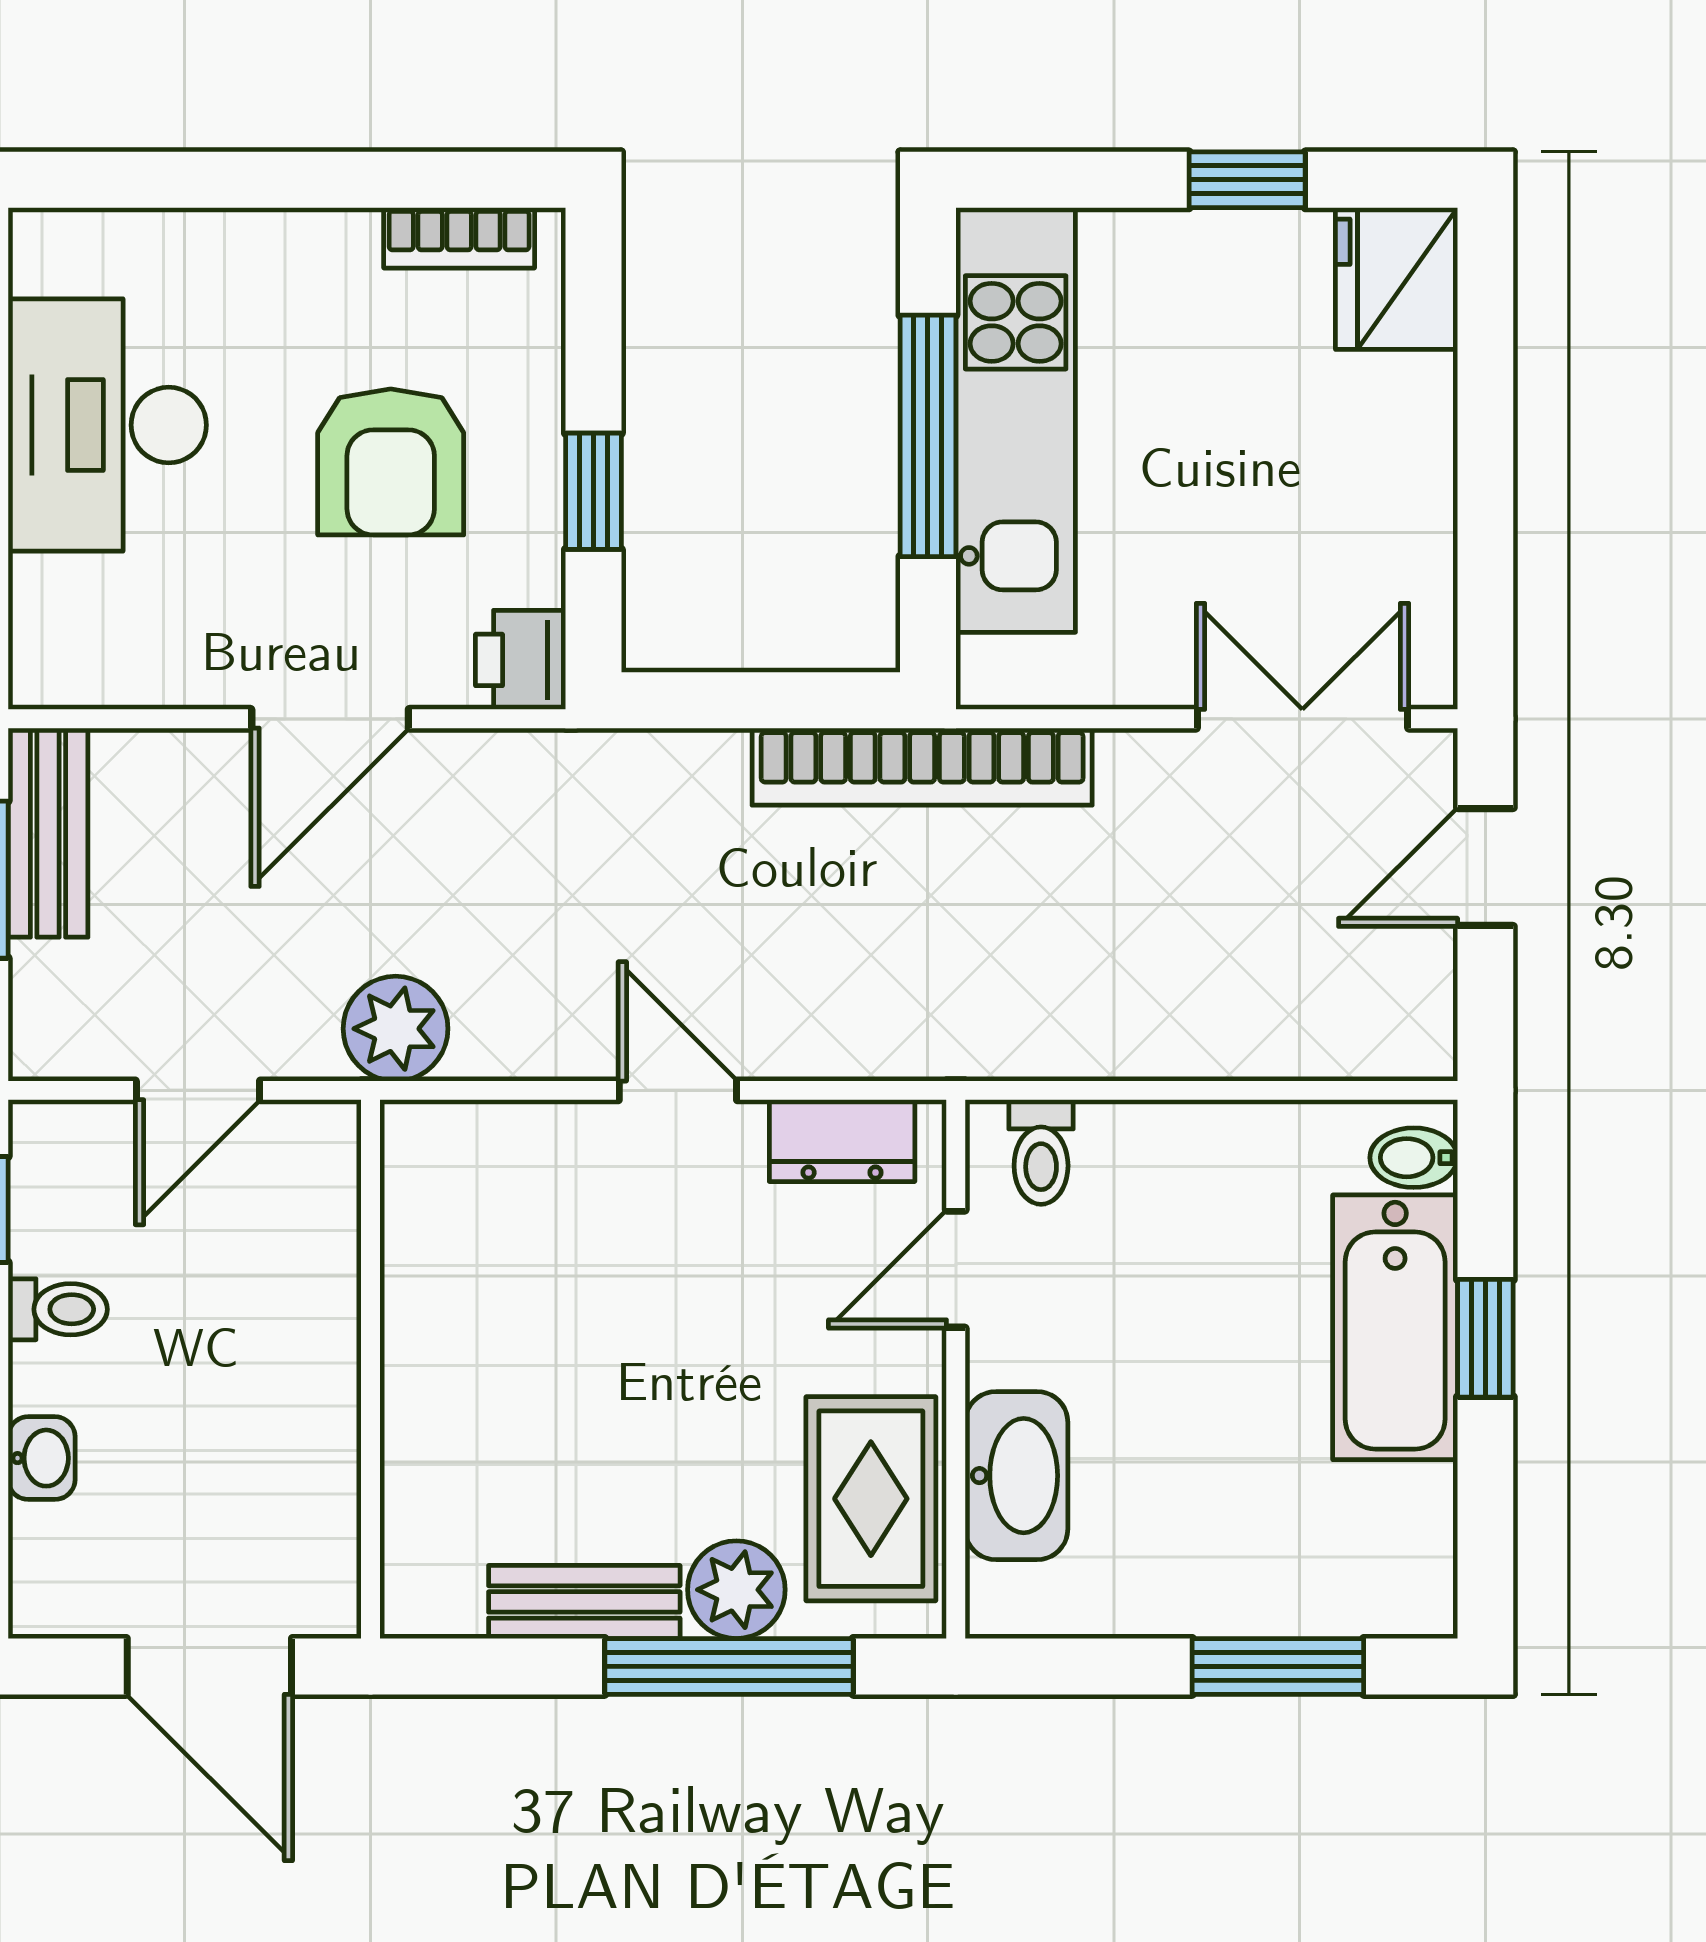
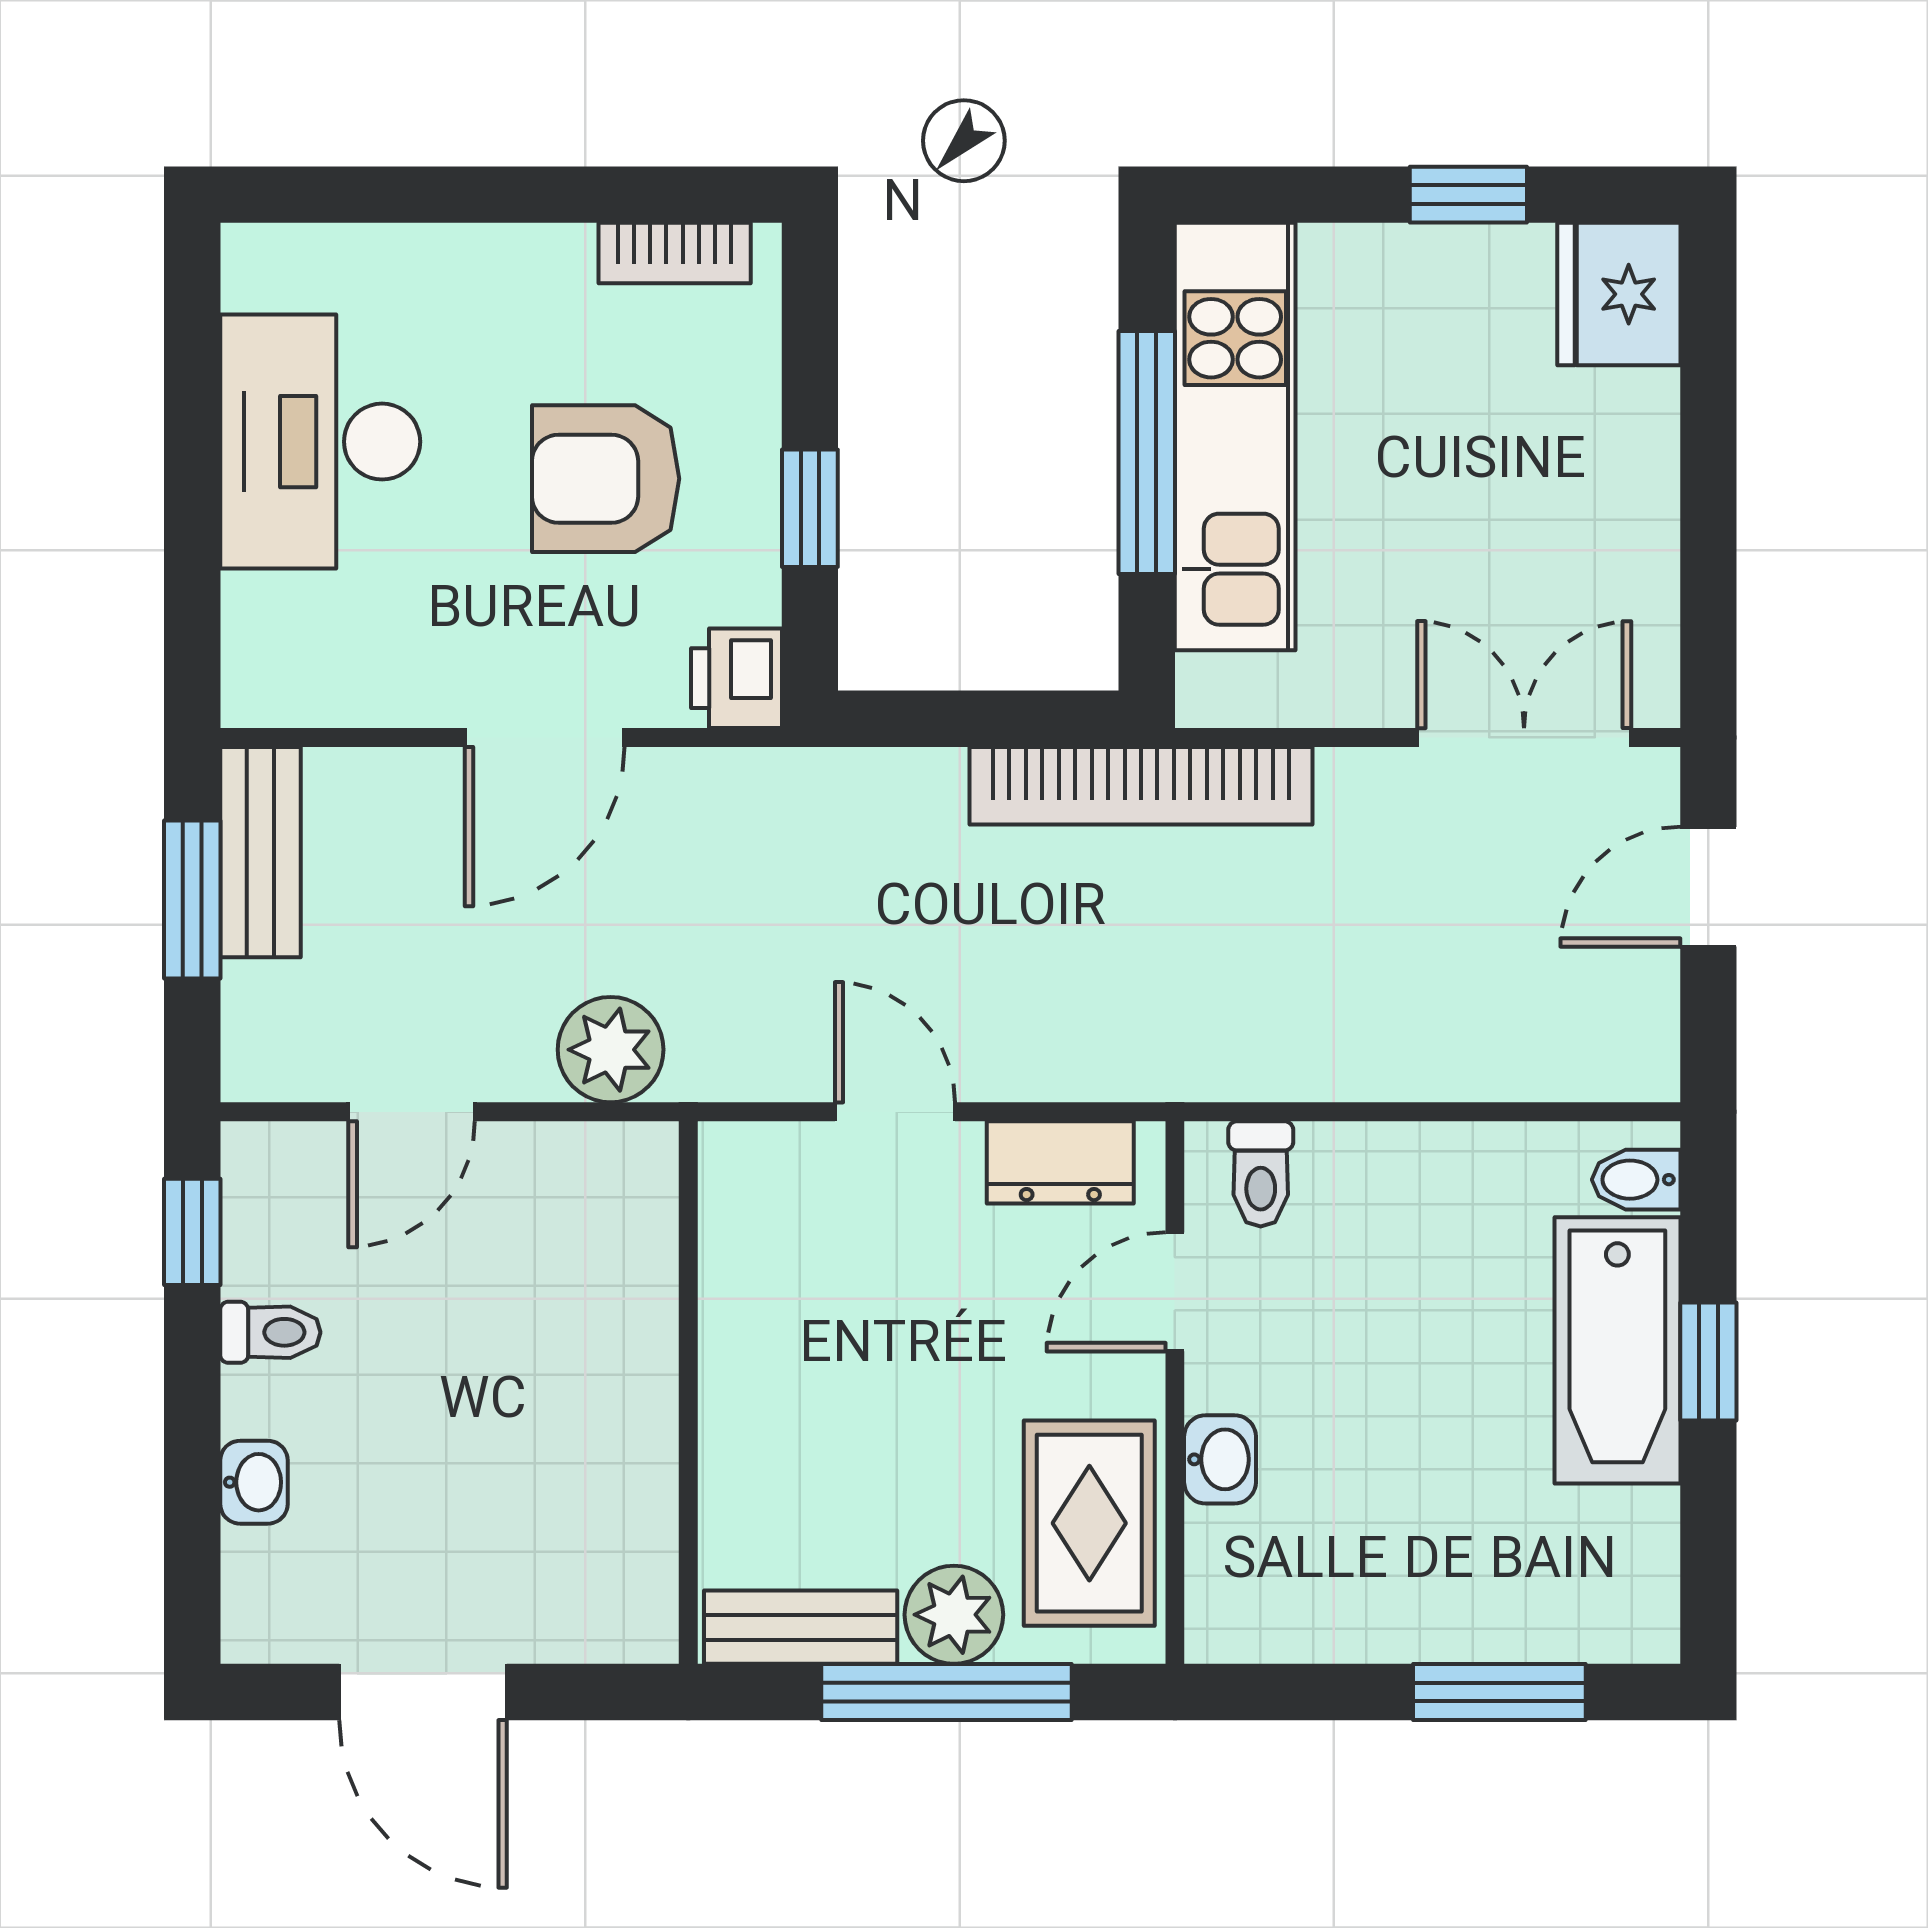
armchair: (391, 462) -> (606, 479), turned 90
wall: (370, 1369) -> (688, 1393), moved
washbasin: (1016, 1476) -> (1220, 1459), width x0.52, depth x0.69

